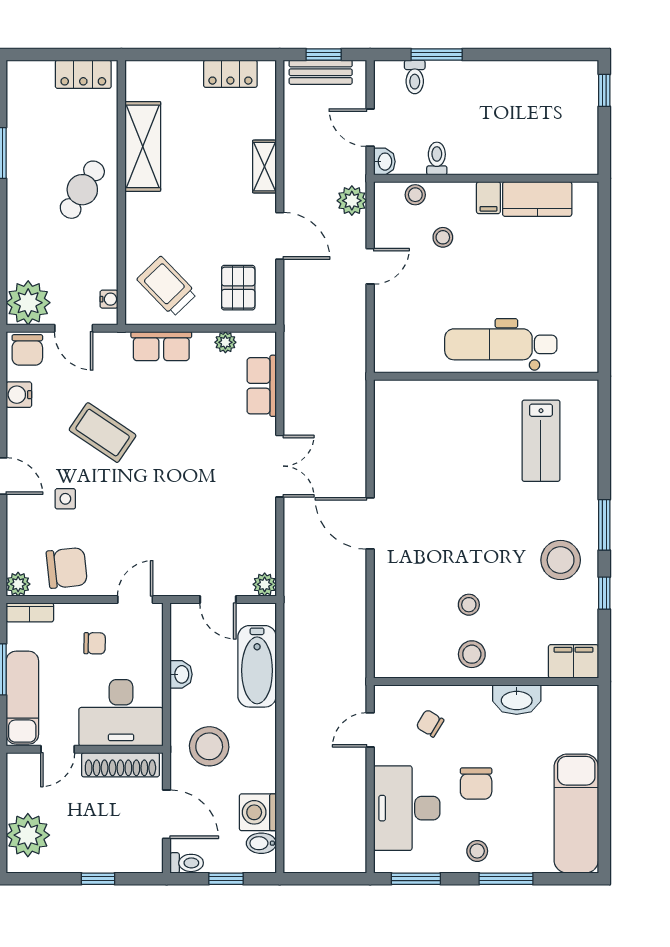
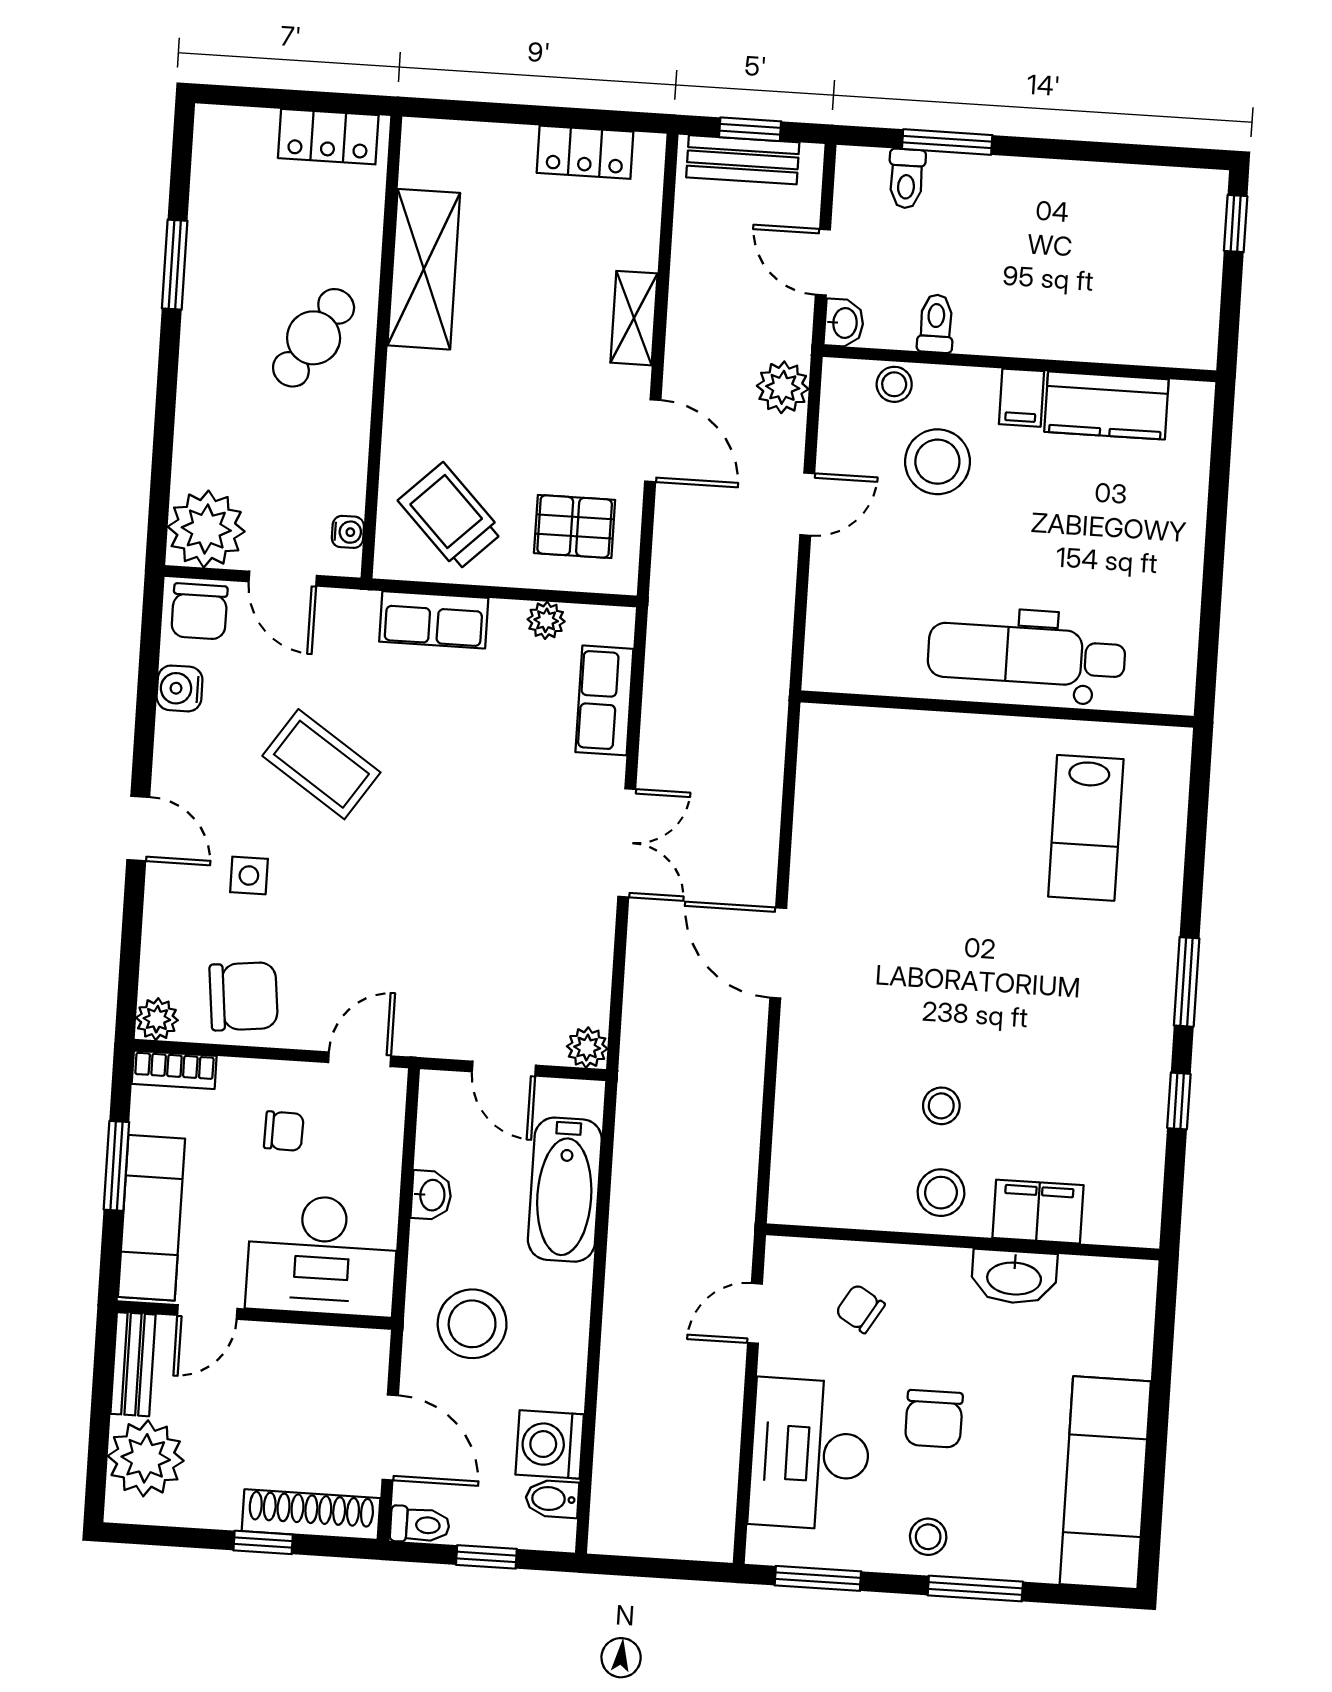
stool: (443, 237) -> (937, 462), width x1.89, depth x1.89
pallet: (238, 288) -> (575, 526), turned 90
stool: (561, 560) -> (1106, 1038), removed
filing cabinet: (573, 661) -> (1038, 1212), moved
shoe rack: (120, 765) -> (311, 1515), moved, turned 180
bench: (17, 782) -> (133, 1364), added

